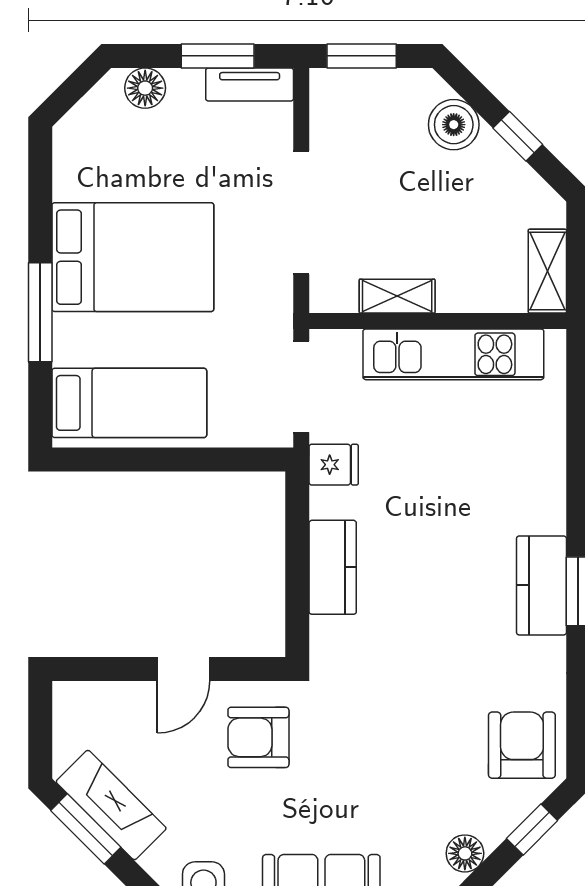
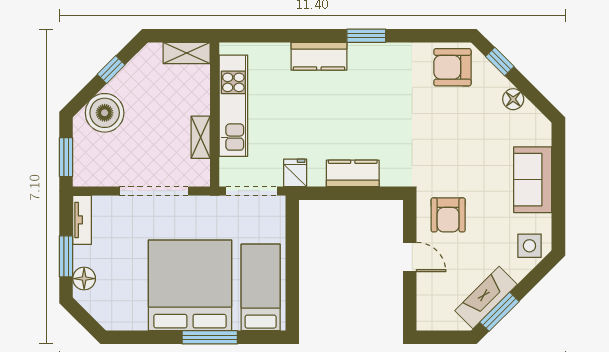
window: (218, 56) -> (66, 256), moved
boiler: (454, 125) -> (105, 113), width x1.37, depth x1.37
bed: (133, 257) -> (190, 285), width x1.36
kitchen counter: (541, 585) -> (319, 56), moved

